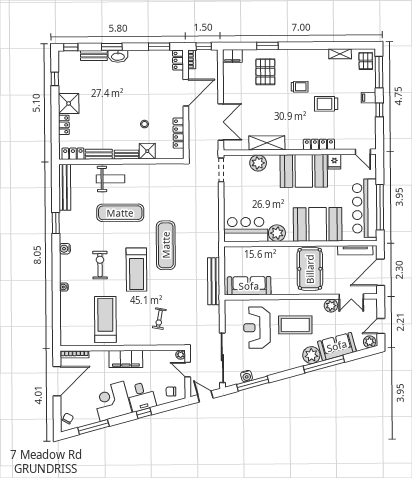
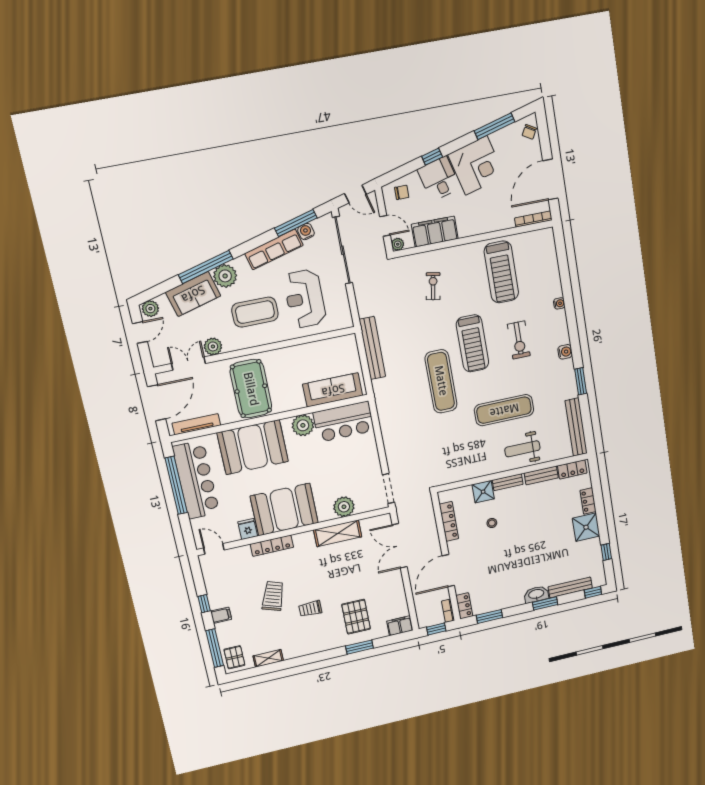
bench: (94, 56) -> (570, 587), width x1.36
trolley: (326, 104) -> (273, 596), turned -71
treadmill: (136, 270) -> (472, 343), turned 180
sofa: (249, 286) -> (333, 390), moved, turned 180
reception desk: (257, 328) -> (305, 299), turned 180
filing cabinet: (126, 359) -> (435, 232), moved
row of seats: (272, 368) -> (274, 249), added

